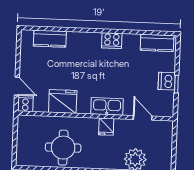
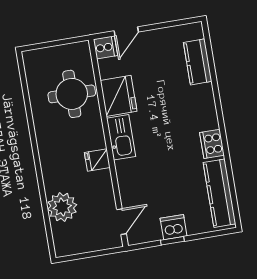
kitchen counter: (157, 43) -> (219, 193), width x1.50
kitchen sink: (107, 106) -> (121, 137), moved
door: (143, 118) -> (122, 222), moved
round table: (63, 148) -> (72, 94), moved

